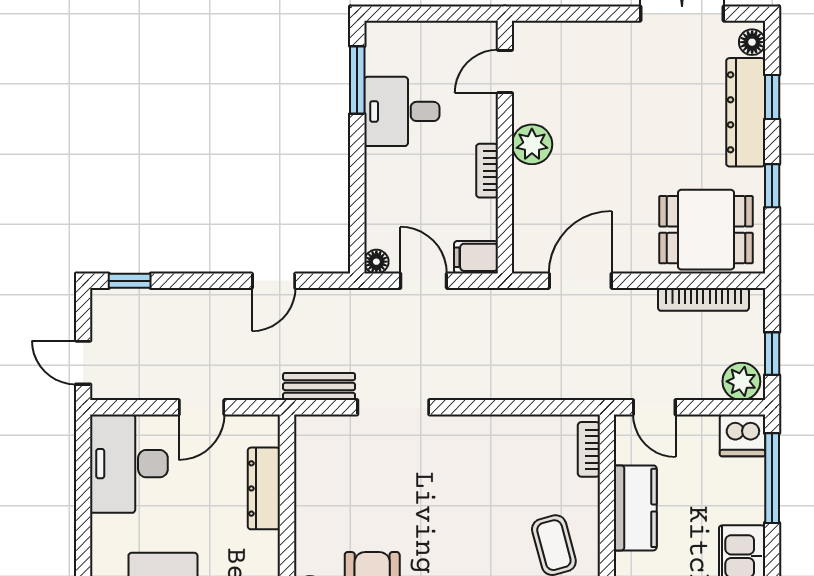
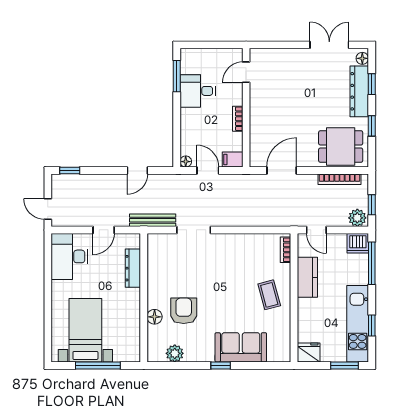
plant: (532, 144) -> (259, 106), removed
bench: (319, 387) -> (153, 220), width x1.36

